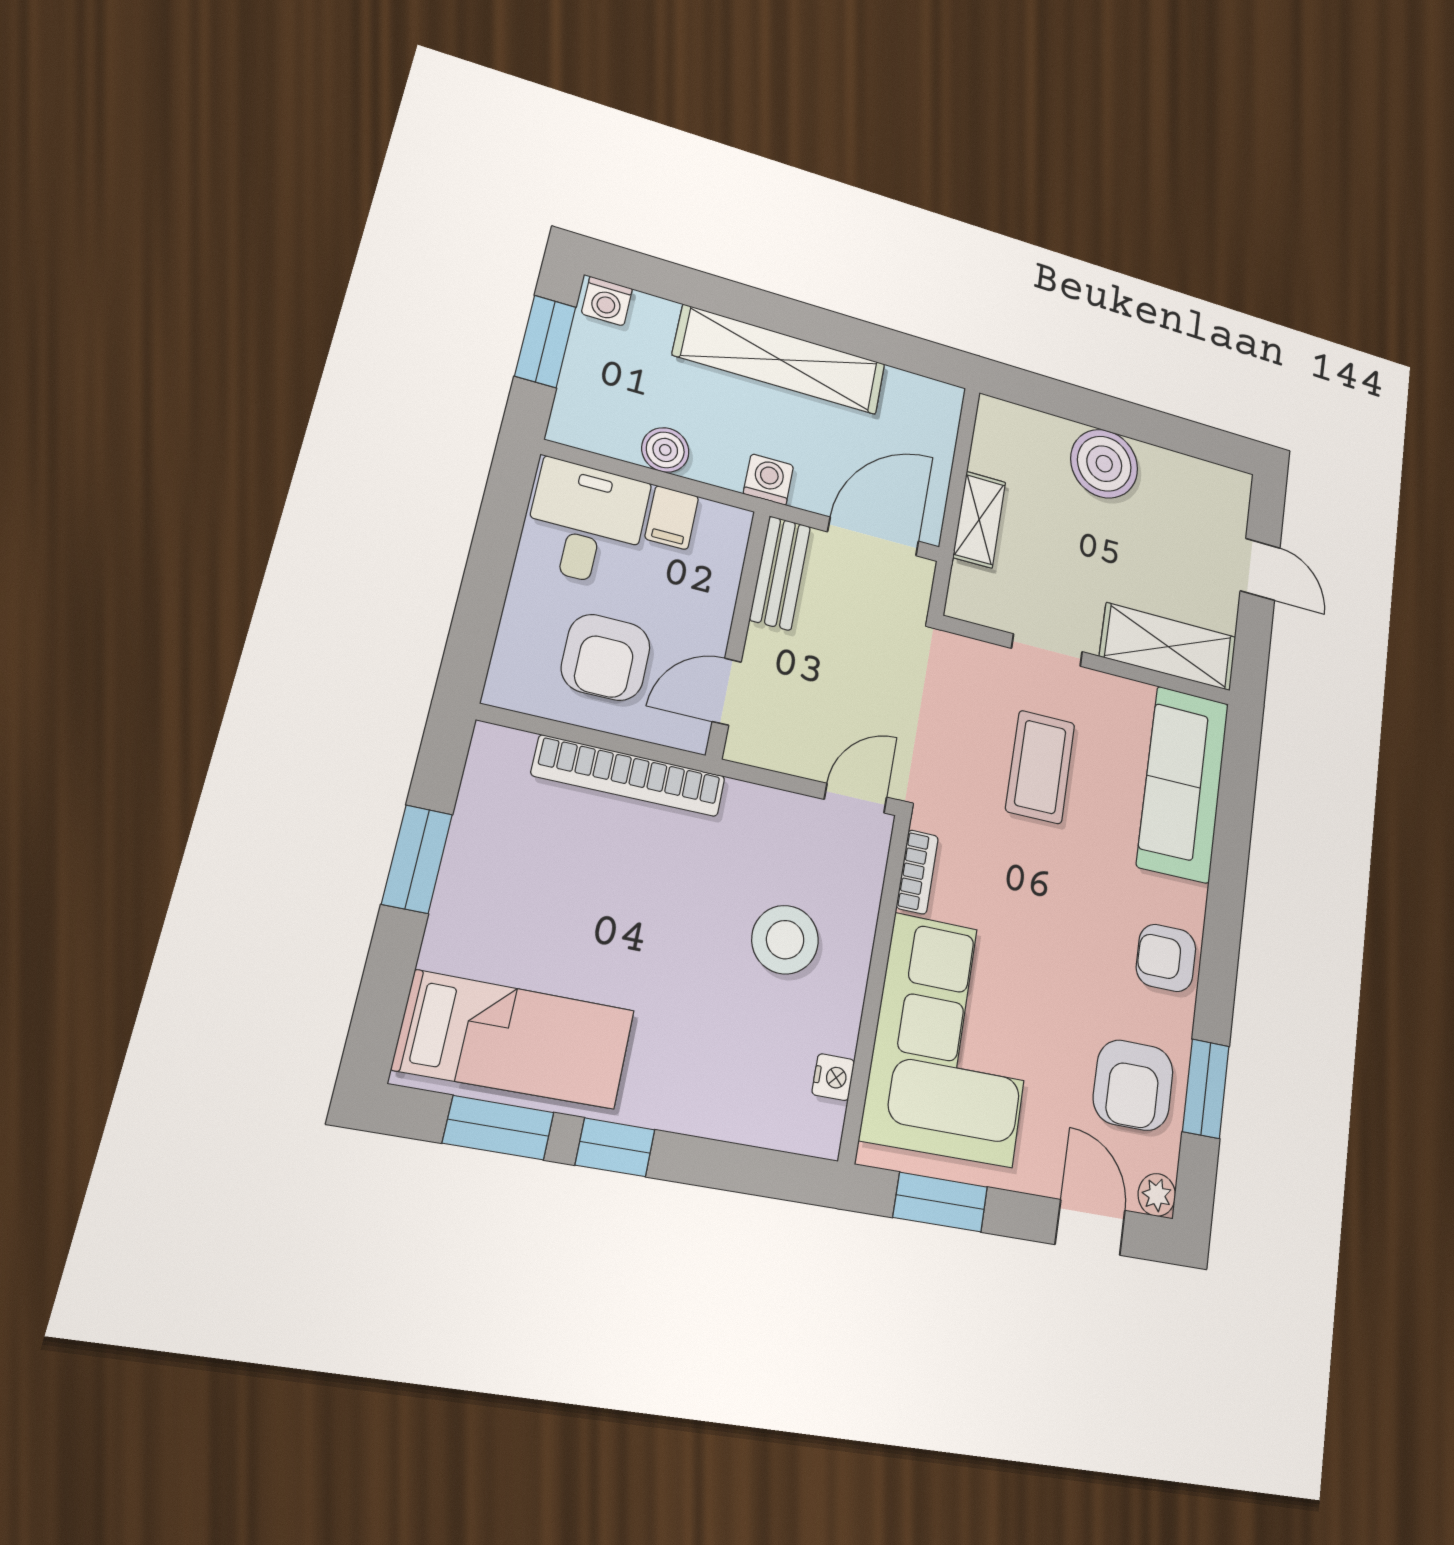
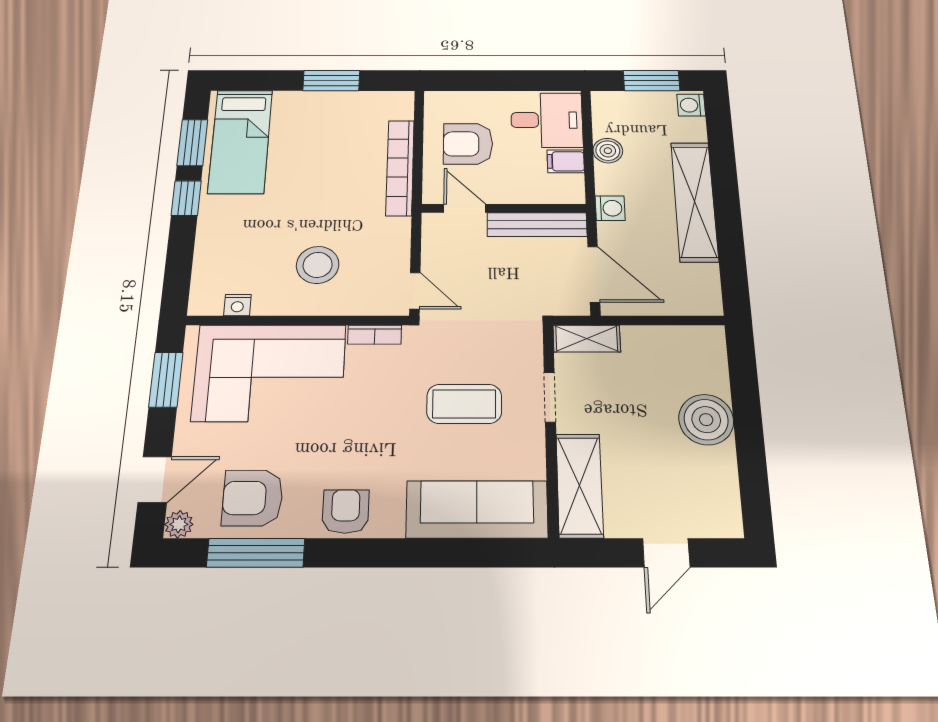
shelving: (979, 520) -> (587, 339), moved
bench: (780, 573) -> (537, 225), width x1.36
window: (1206, 1089) -> (256, 553), width x1.44

